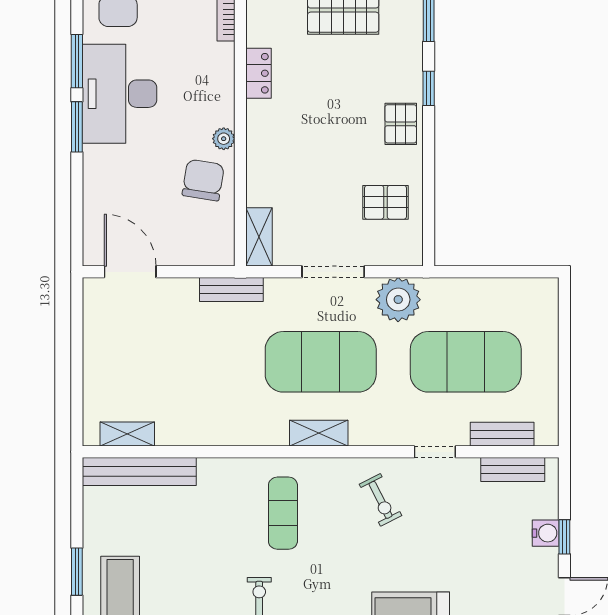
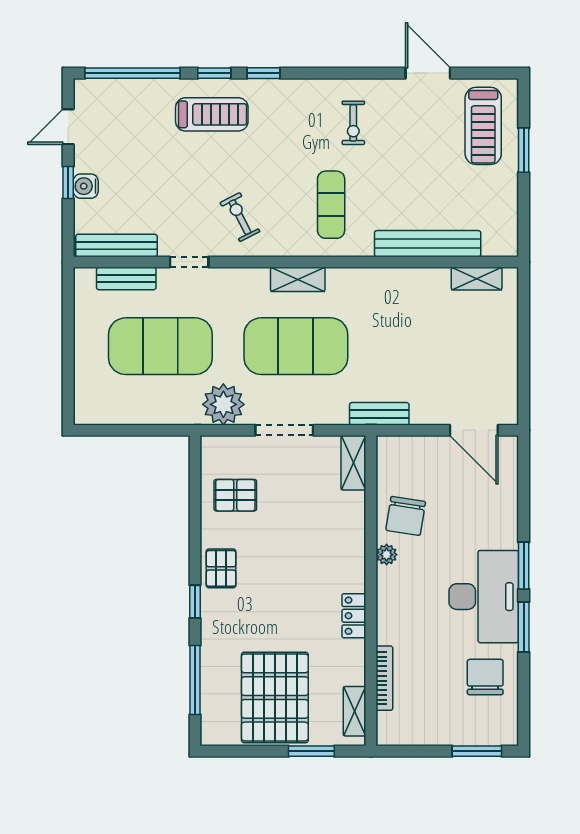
bench: (513, 469) -> (116, 246), width x1.36
bench: (139, 471) -> (428, 244), moved

